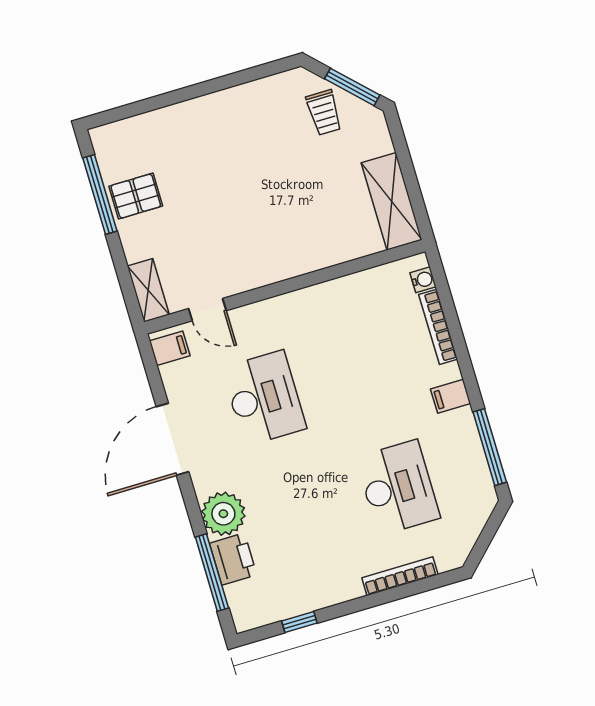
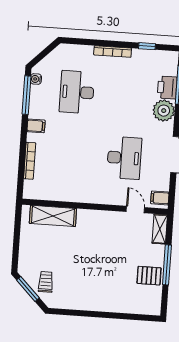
window: (100, 195) -> (167, 265), moved
shelving: (392, 201) -> (53, 216), moved, turned 90
water cooler: (423, 280) -> (36, 79), moved
desk: (264, 398) -> (124, 158), turned 180
bookcase: (400, 576) -> (113, 52), moved

